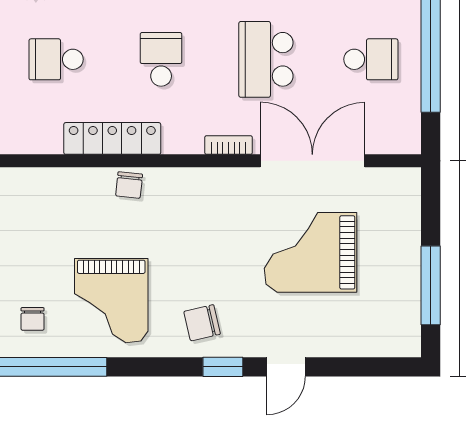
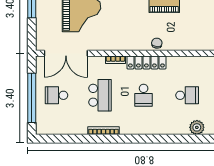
locker: (112, 138) -> (146, 62), moved
double door: (312, 161) -> (66, 53), moved

